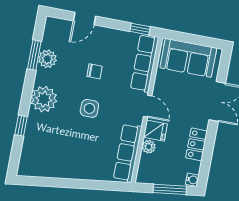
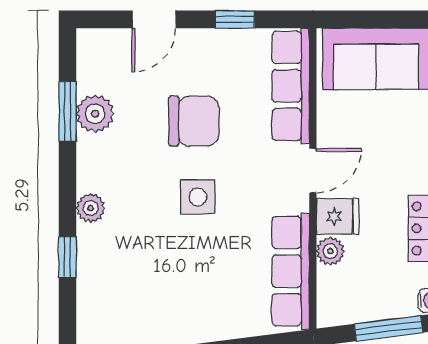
window: (140, 29) -> (235, 19), moved
chair: (95, 71) -> (194, 121), width x1.87, depth x1.87
plant: (44, 99) -> (91, 208), width x0.53, depth x0.53
door: (148, 106) -> (313, 171), hinge flipped

